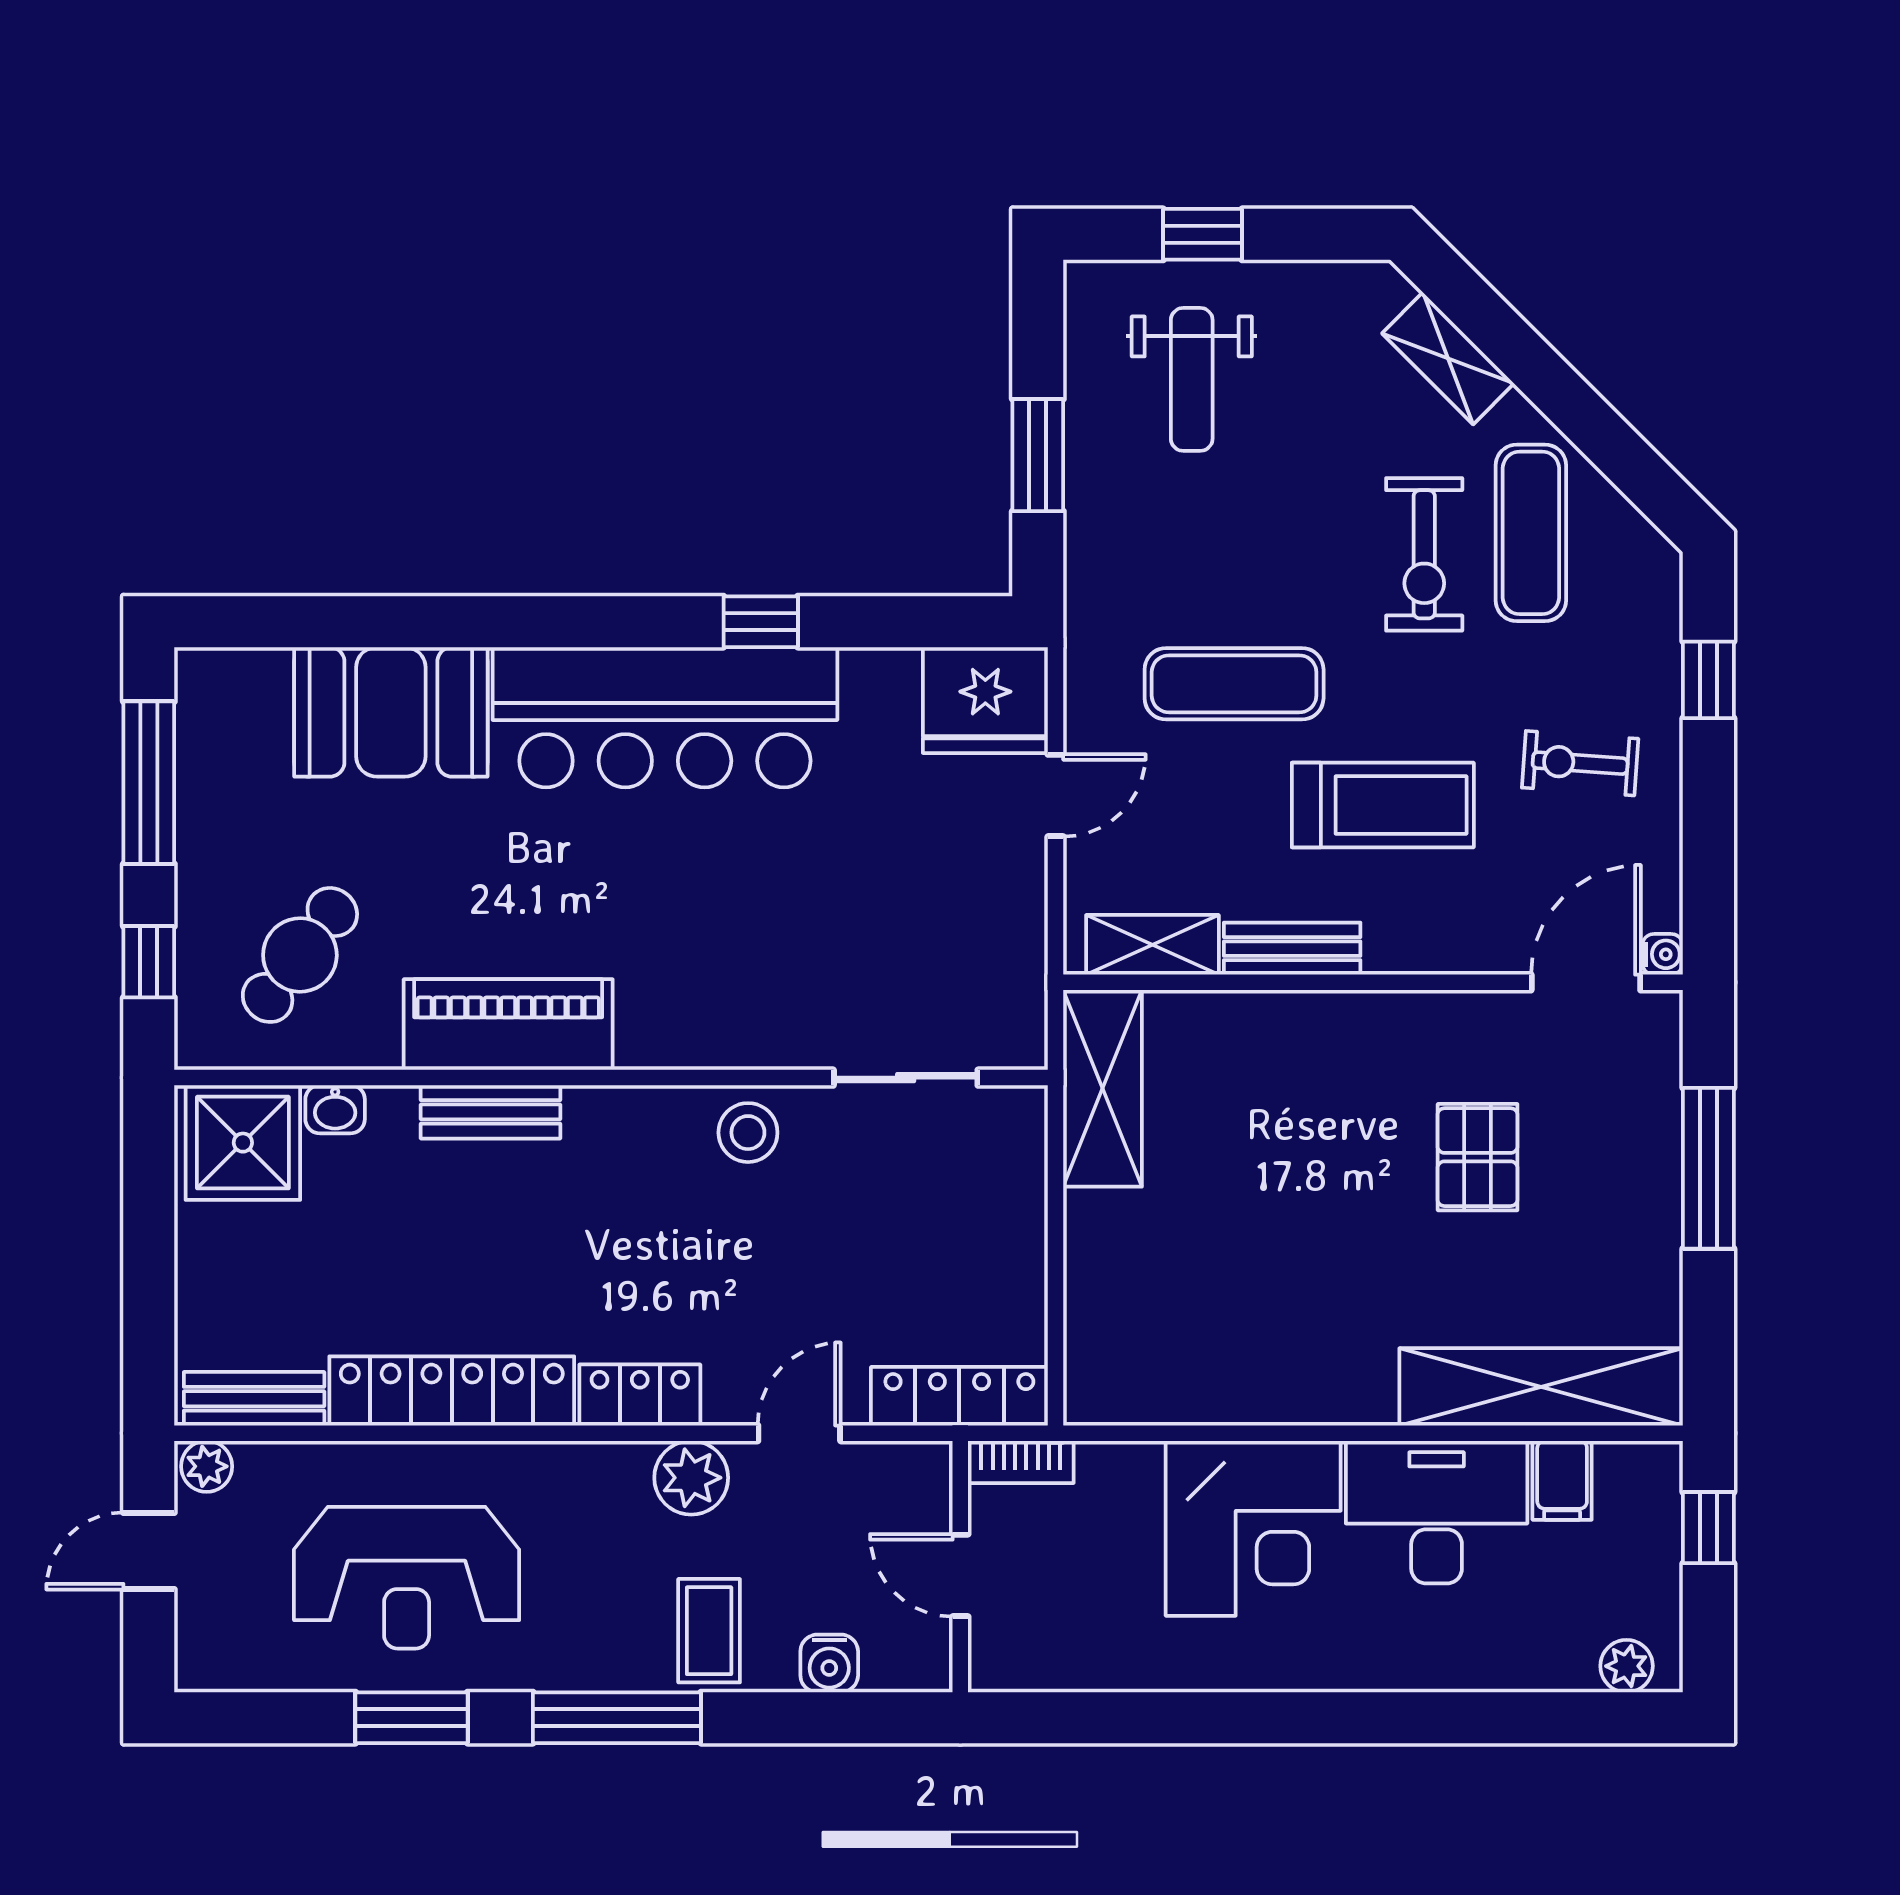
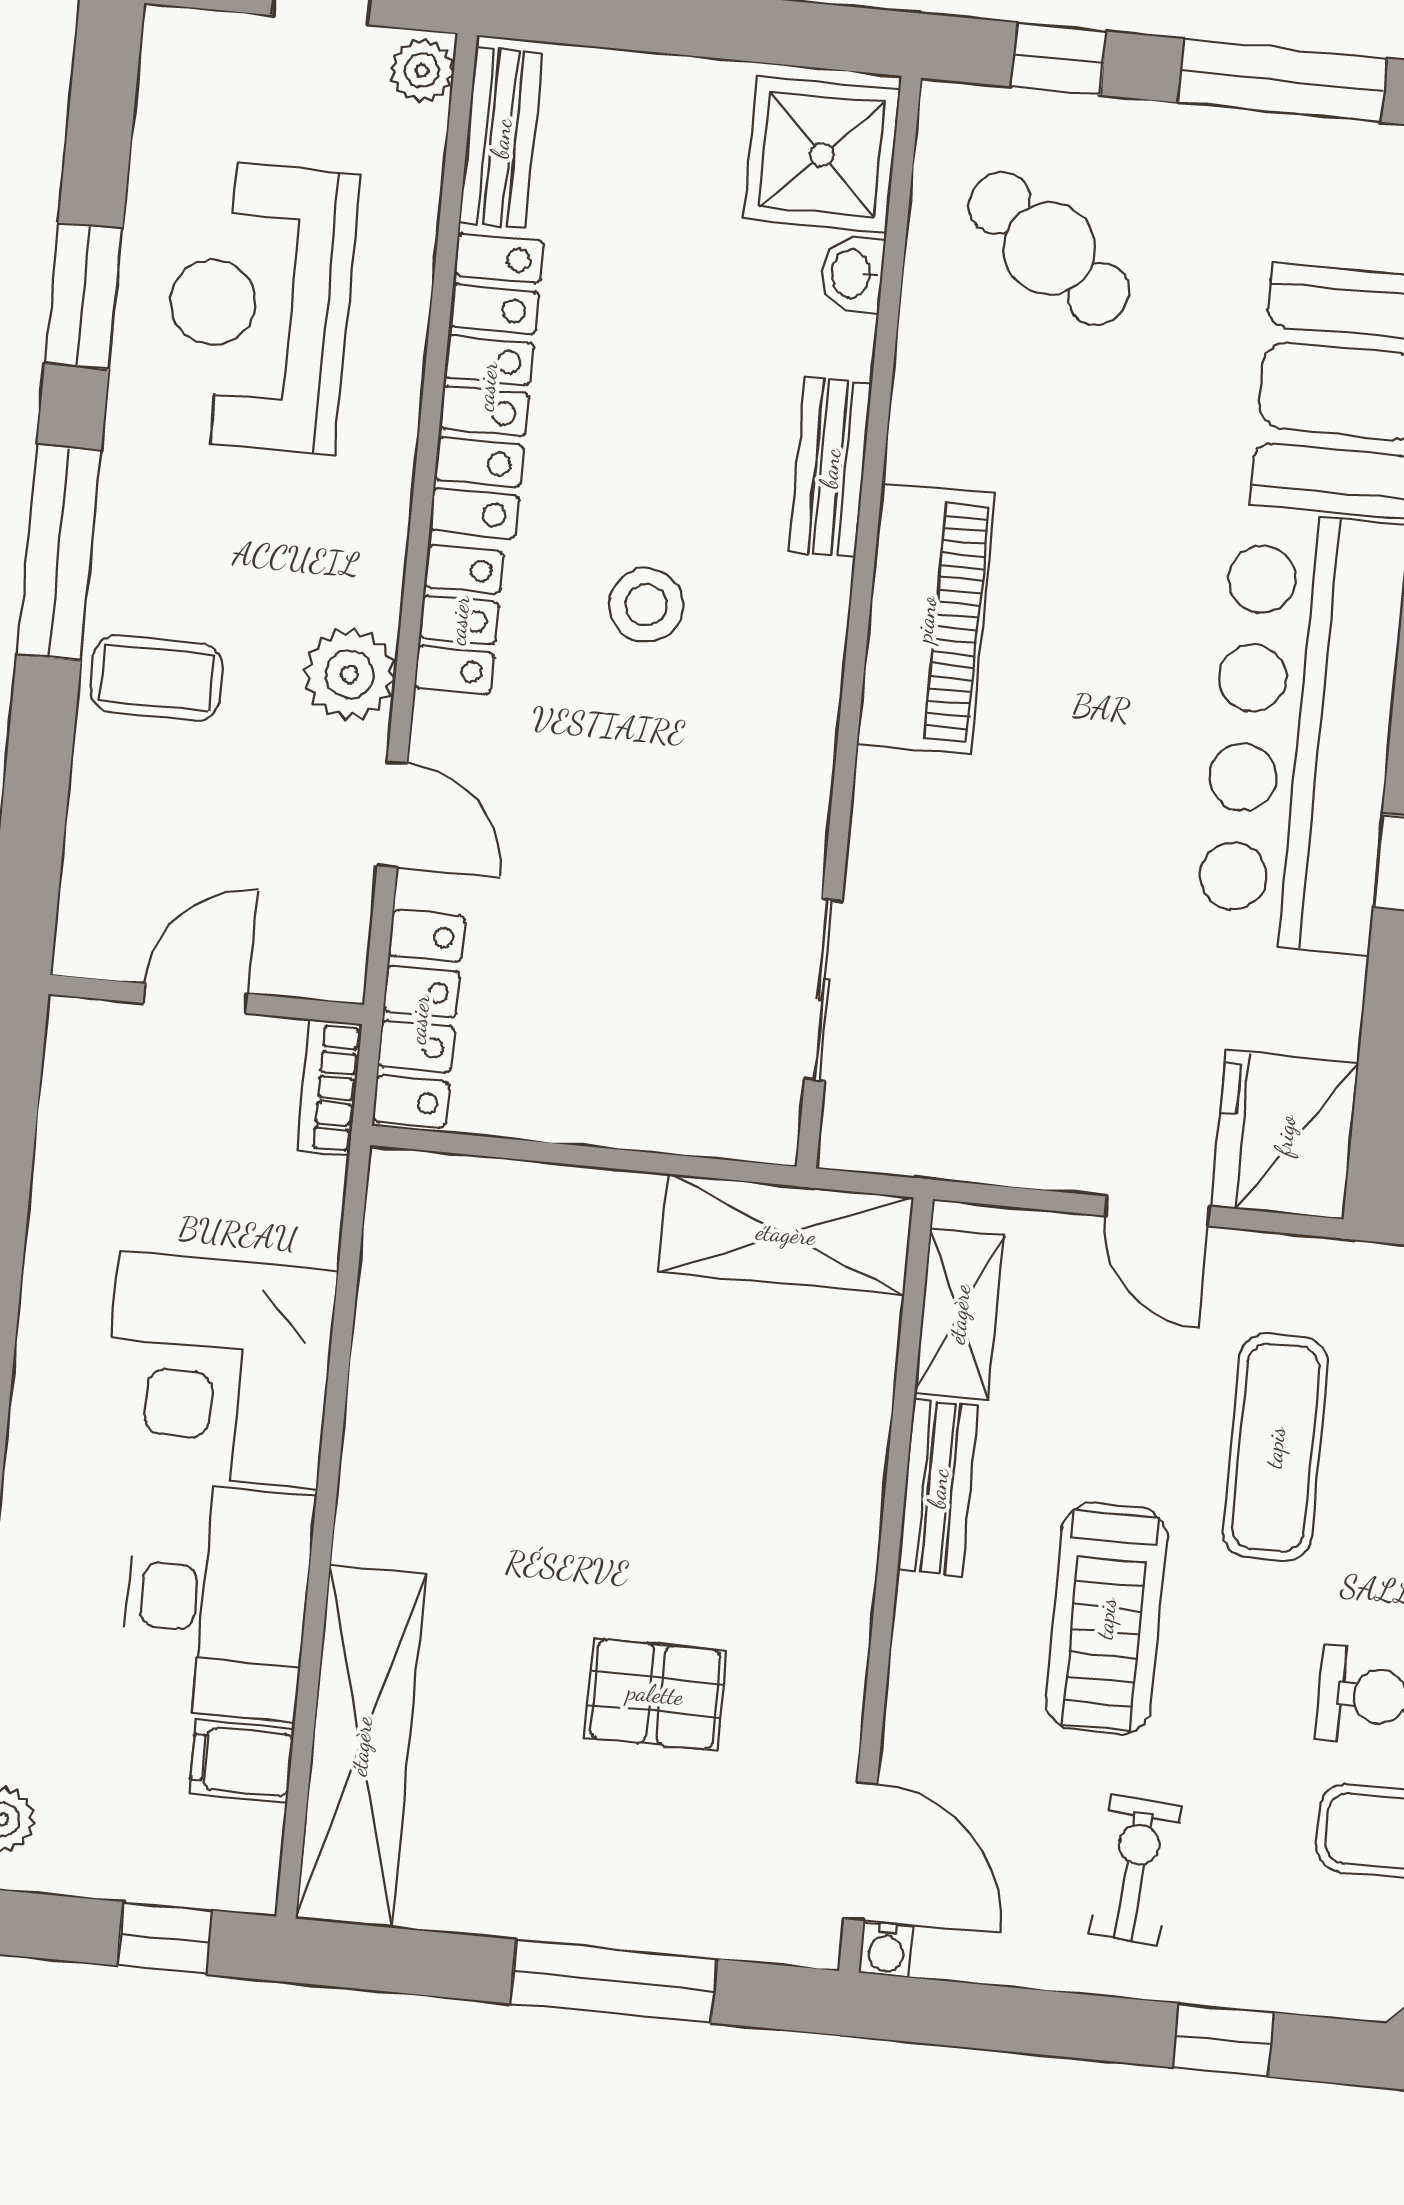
piano: (508, 1025) -> (926, 619), moved
stool: (748, 1133) -> (646, 605), moved
water cooler: (829, 1663) -> (101, 824), removed

